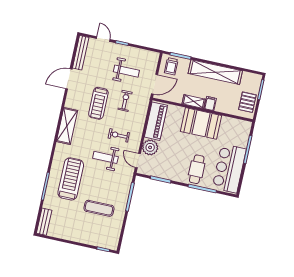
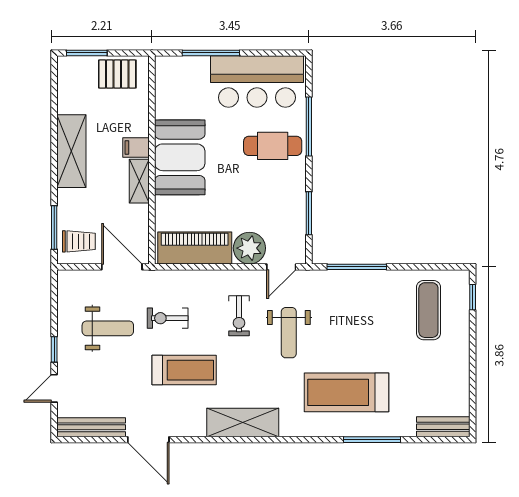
weight bench: (126, 71) -> (108, 328), turned 90
shelving: (215, 72) -> (71, 151), width x0.68
exercise mat: (99, 208) -> (428, 310), moved

